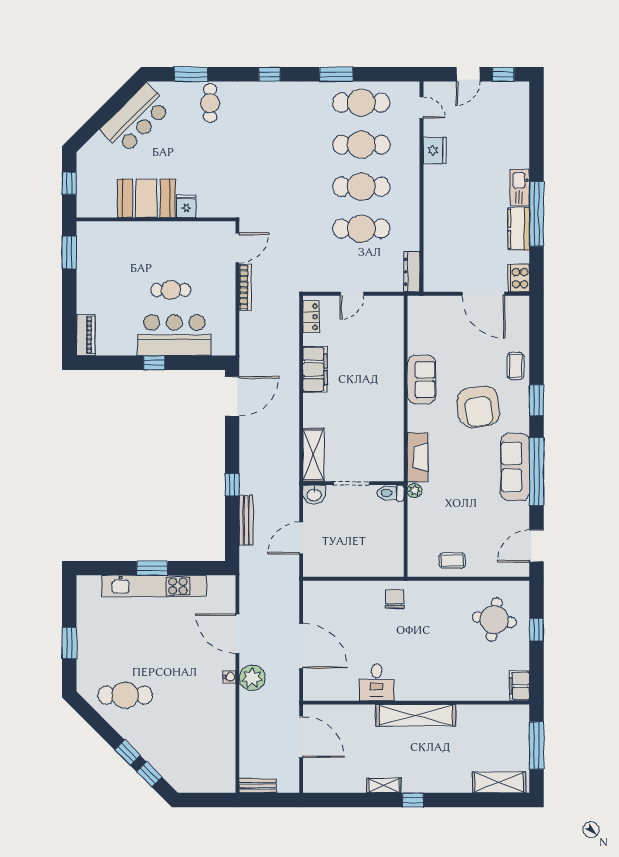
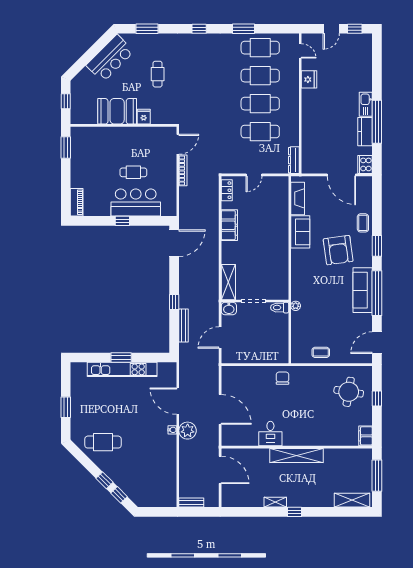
cafe table: (210, 103) -> (158, 74), moved
fireplace: (417, 457) -> (298, 198), moved

